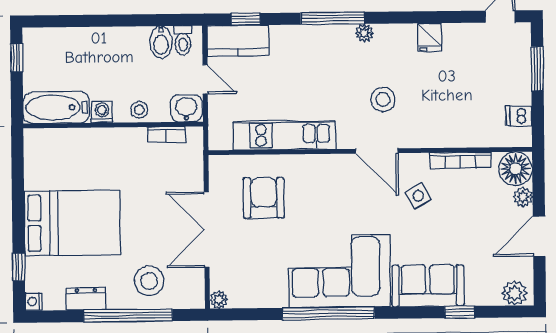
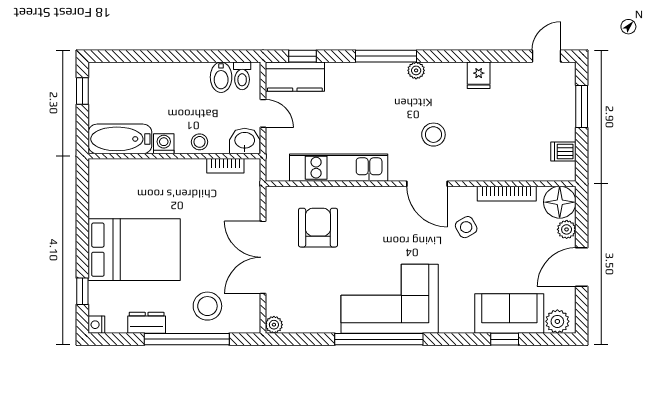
sofa: (428, 286) -> (509, 313), moved

